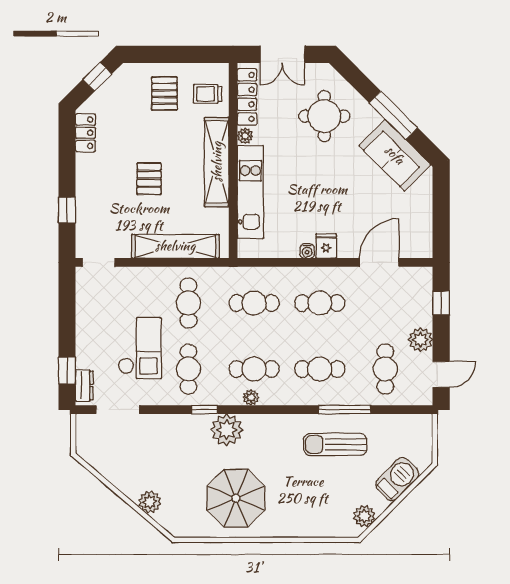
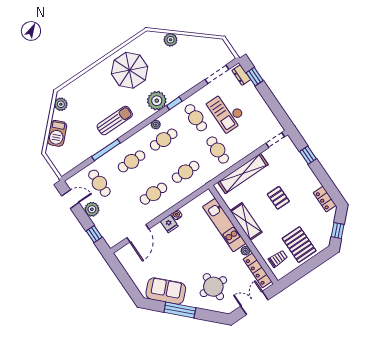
pallet: (164, 94) -> (299, 245), width x1.50, depth x1.42
shelving: (217, 162) -> (246, 221), width x0.68
door: (441, 374) -> (70, 199), swing flipped
sun lounger: (335, 444) -> (115, 121), moved

